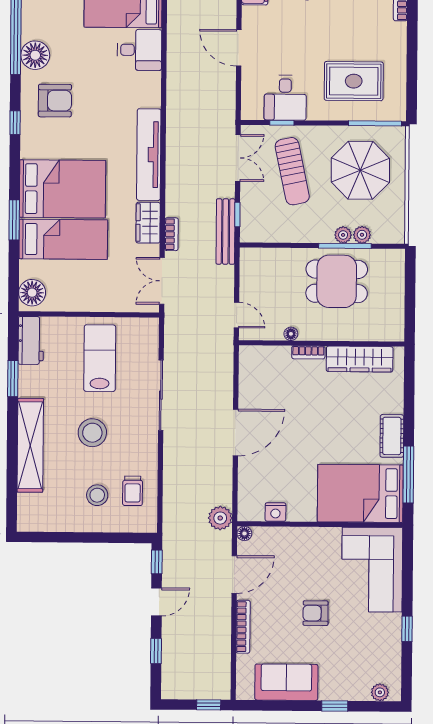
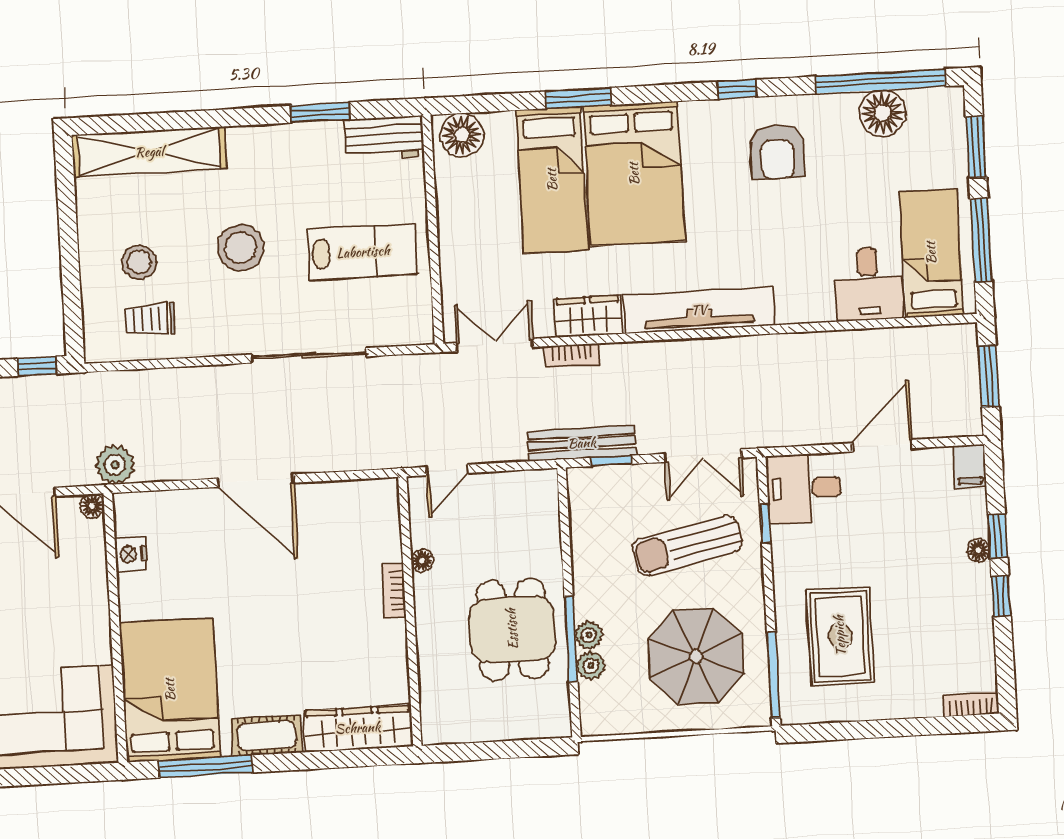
floor lamp: (35, 55) -> (882, 113), moved
desk: (285, 98) -> (804, 488), moved
wardrobe: (360, 359) -> (358, 728), moved, turned 90
shelving: (30, 445) -> (149, 152), moved

